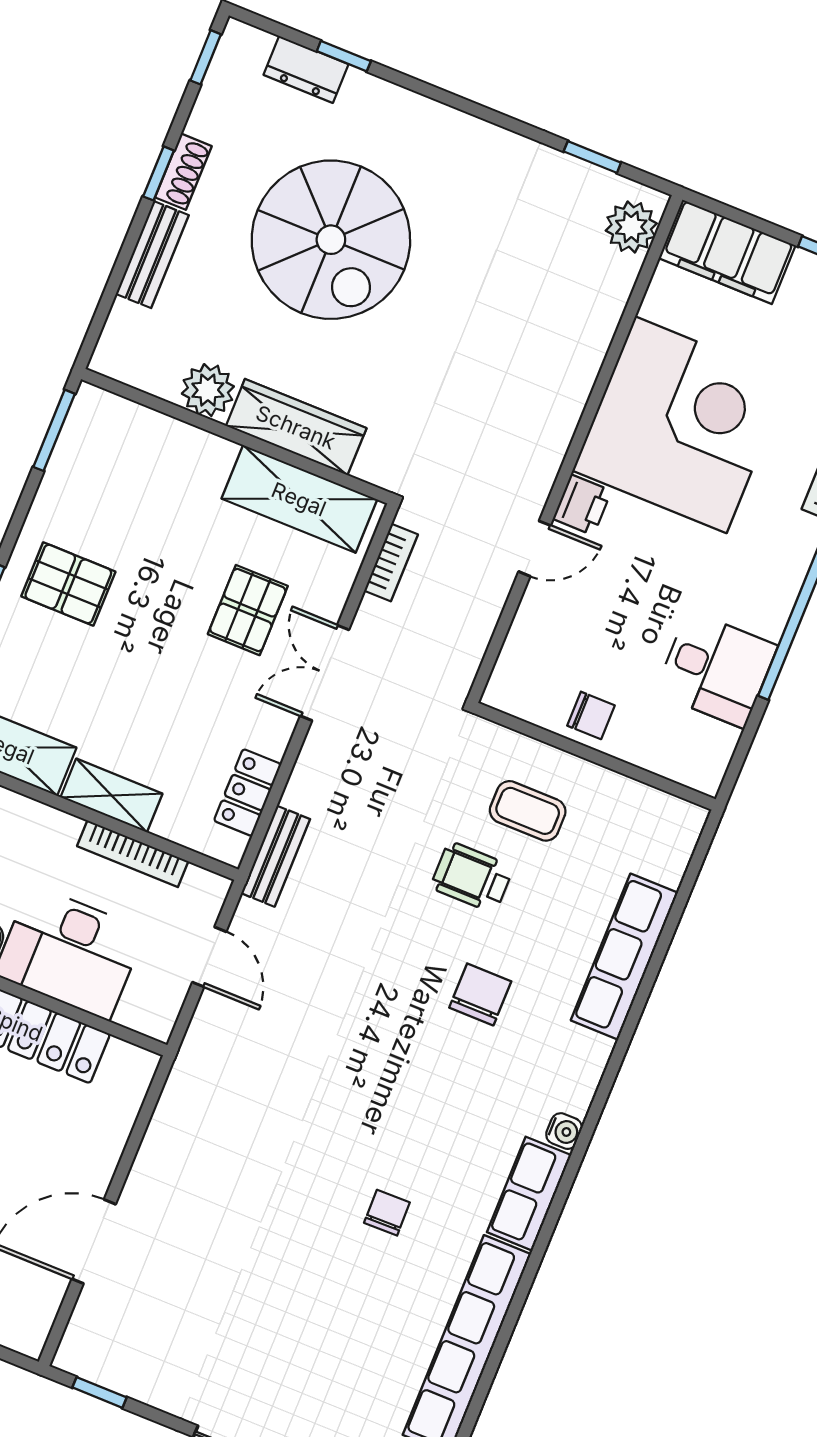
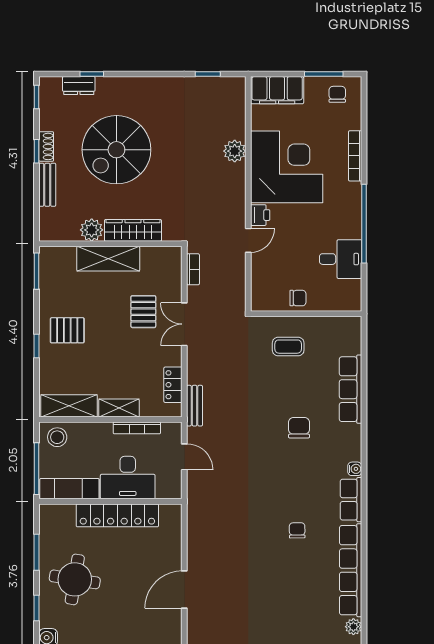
plant: (631, 227) -> (235, 151), moved
spiral stairs: (331, 240) -> (116, 150), turned 90
shelving: (299, 499) -> (108, 259), moved
wheelchair: (472, 877) -> (277, 382), removed

